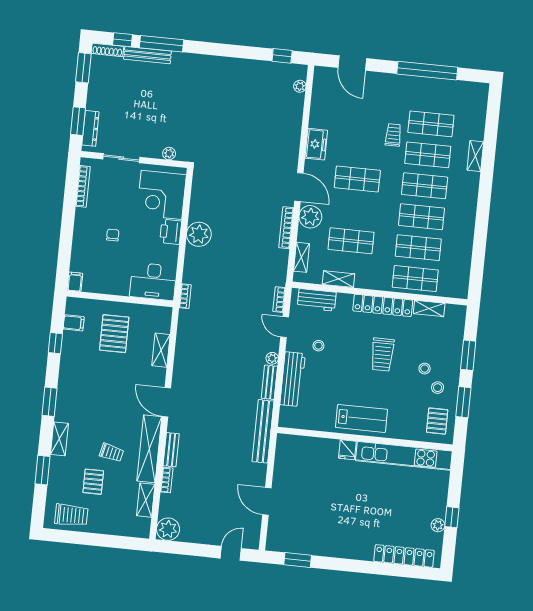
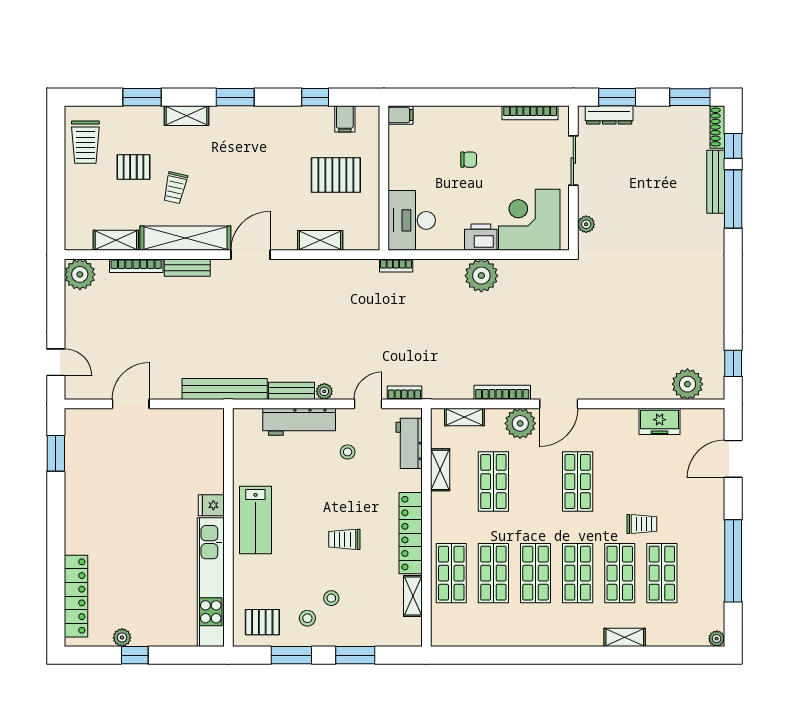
plant: (300, 86) -> (687, 384), width x1.88, depth x1.88
plant: (483, 89) -> (717, 639), added
freezer: (316, 144) -> (660, 421), moved
trolley: (382, 355) -> (344, 539), width x0.73, depth x0.72
bookcase: (167, 480) -> (136, 266), width x1.56

